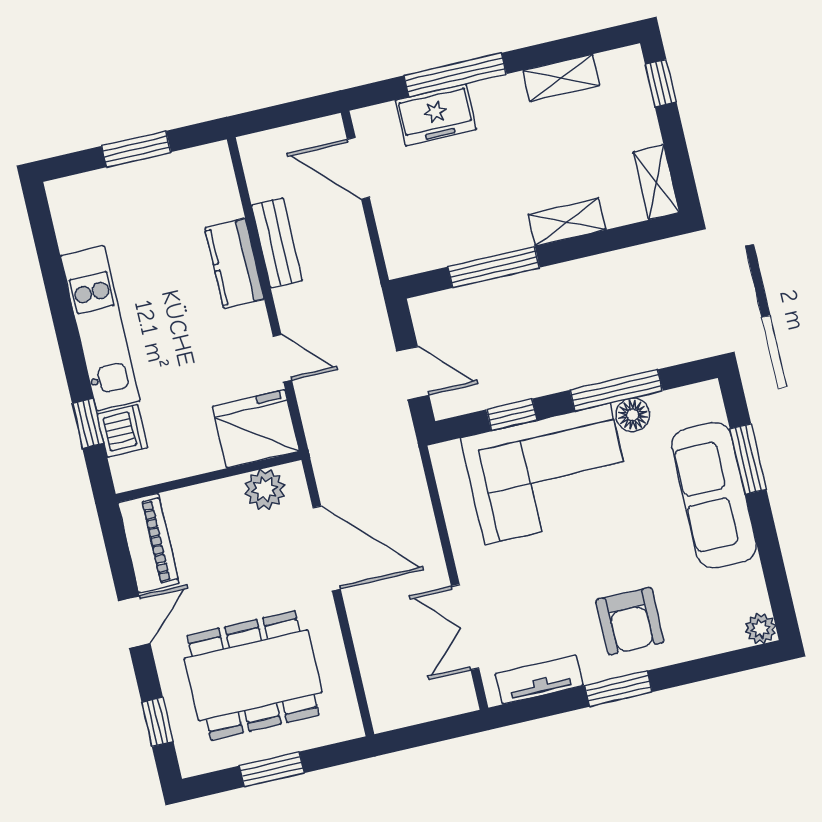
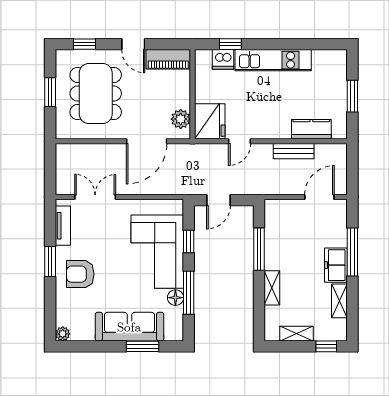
freezer: (436, 115) -> (336, 265), moved
shelving: (656, 182) -> (297, 334), moved
kitchen counter: (234, 263) -> (311, 129), moved

